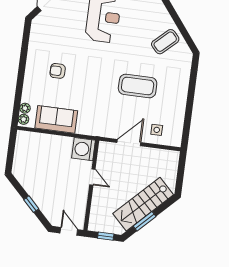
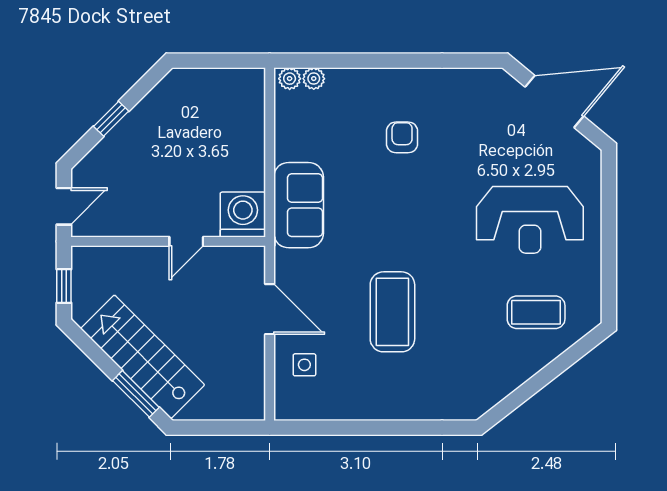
coffee table: (165, 42) -> (536, 312), moved, turned -47
sofa: (56, 119) -> (299, 205), moved
window: (145, 221) -> (136, 394), moved

